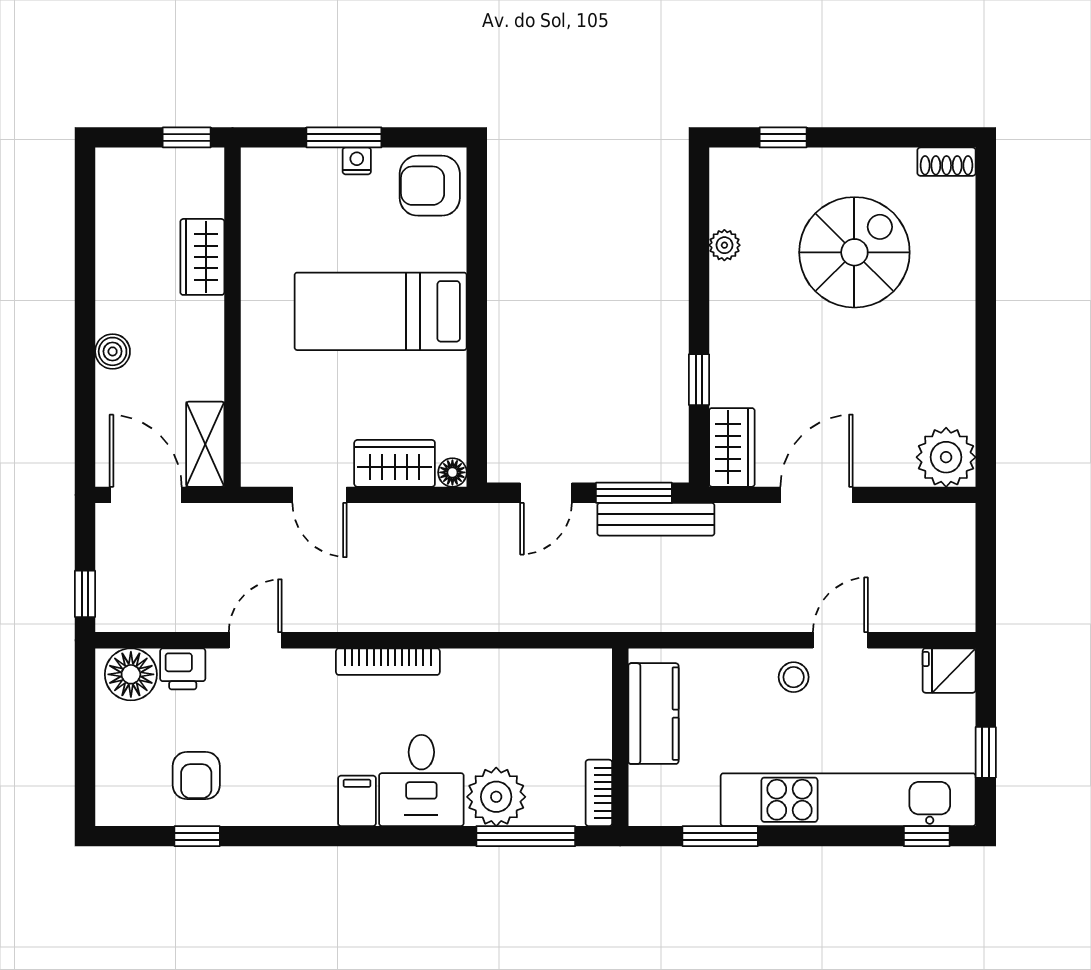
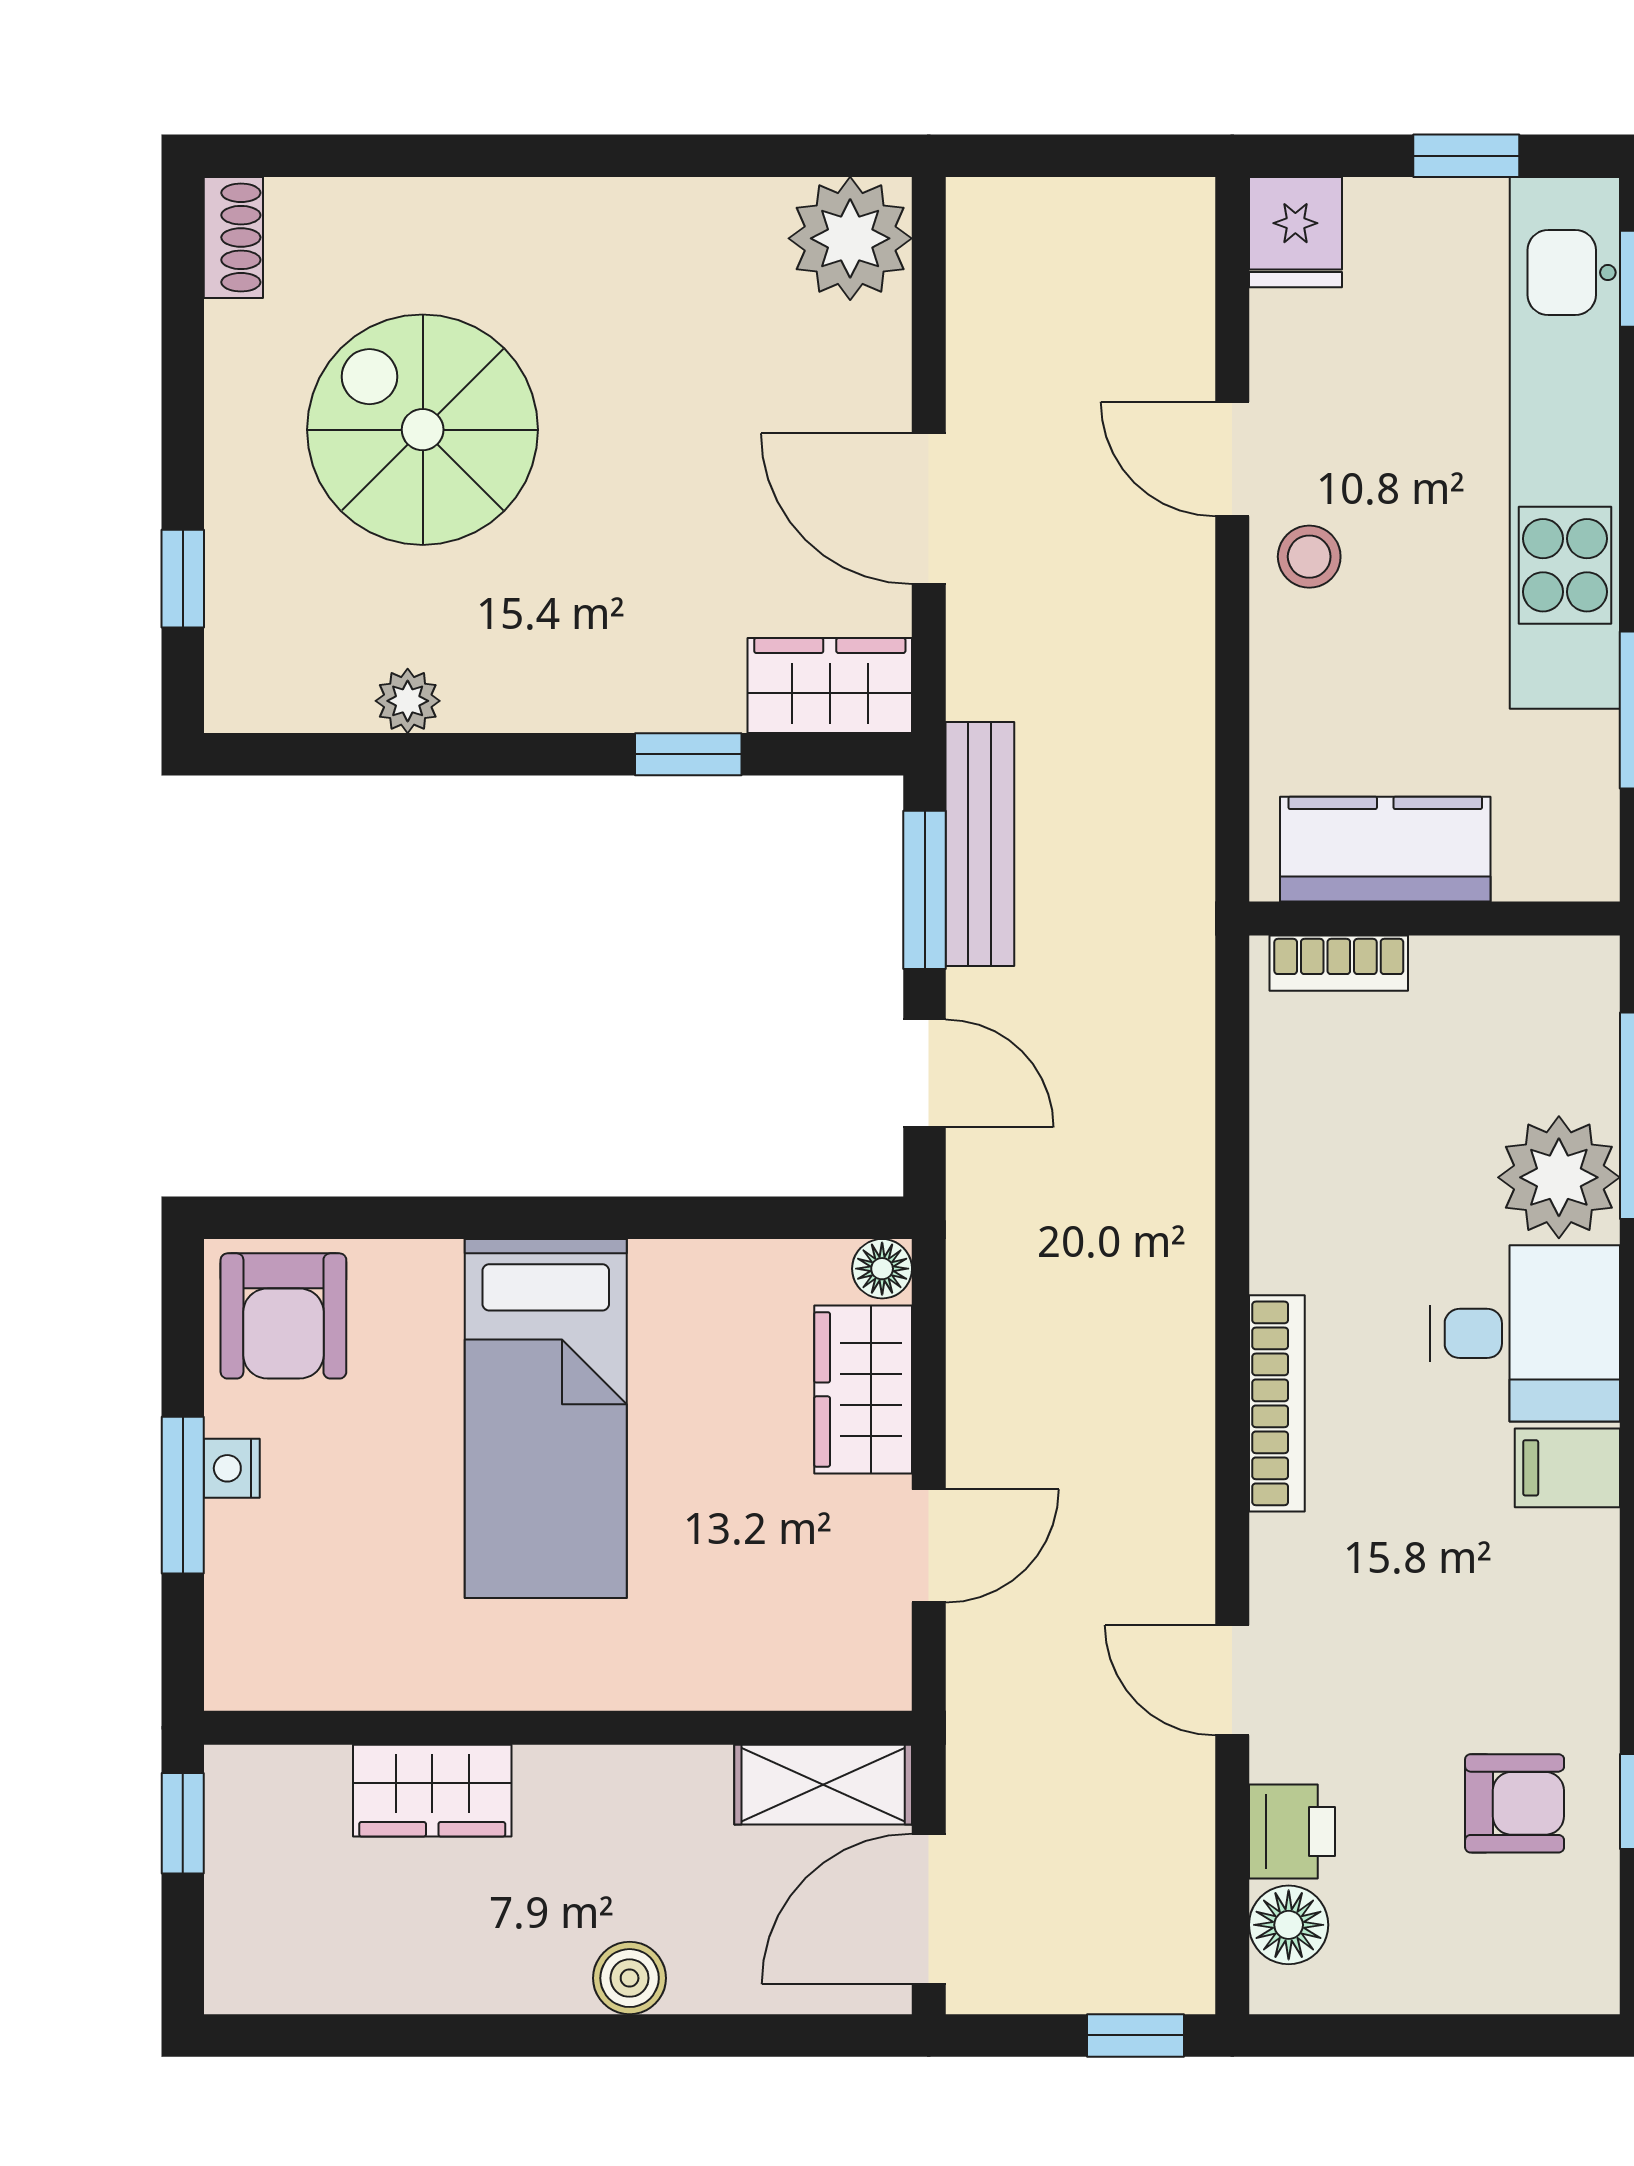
floor lamp: (131, 674) -> (1289, 1925), width x0.73, depth x0.73
bookcase: (599, 793) -> (1339, 963), moved

